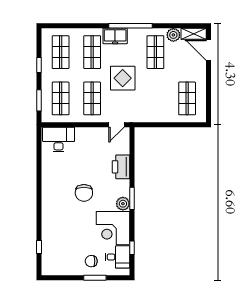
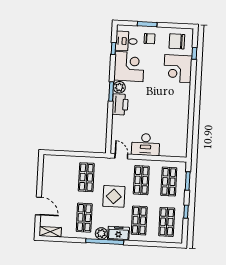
plant: (173, 35) -> (101, 233), moved
door: (209, 50) -> (38, 206), moved
shop shelf: (187, 98) -> (86, 177), moved
door: (117, 125) -> (121, 156), hinge flipped
desk: (58, 140) -> (146, 145), moved
printer: (121, 167) -> (120, 104), moved
chair: (84, 193) -> (177, 41), moved, turned -90
corner desk: (57, 228) -> (178, 69), added

